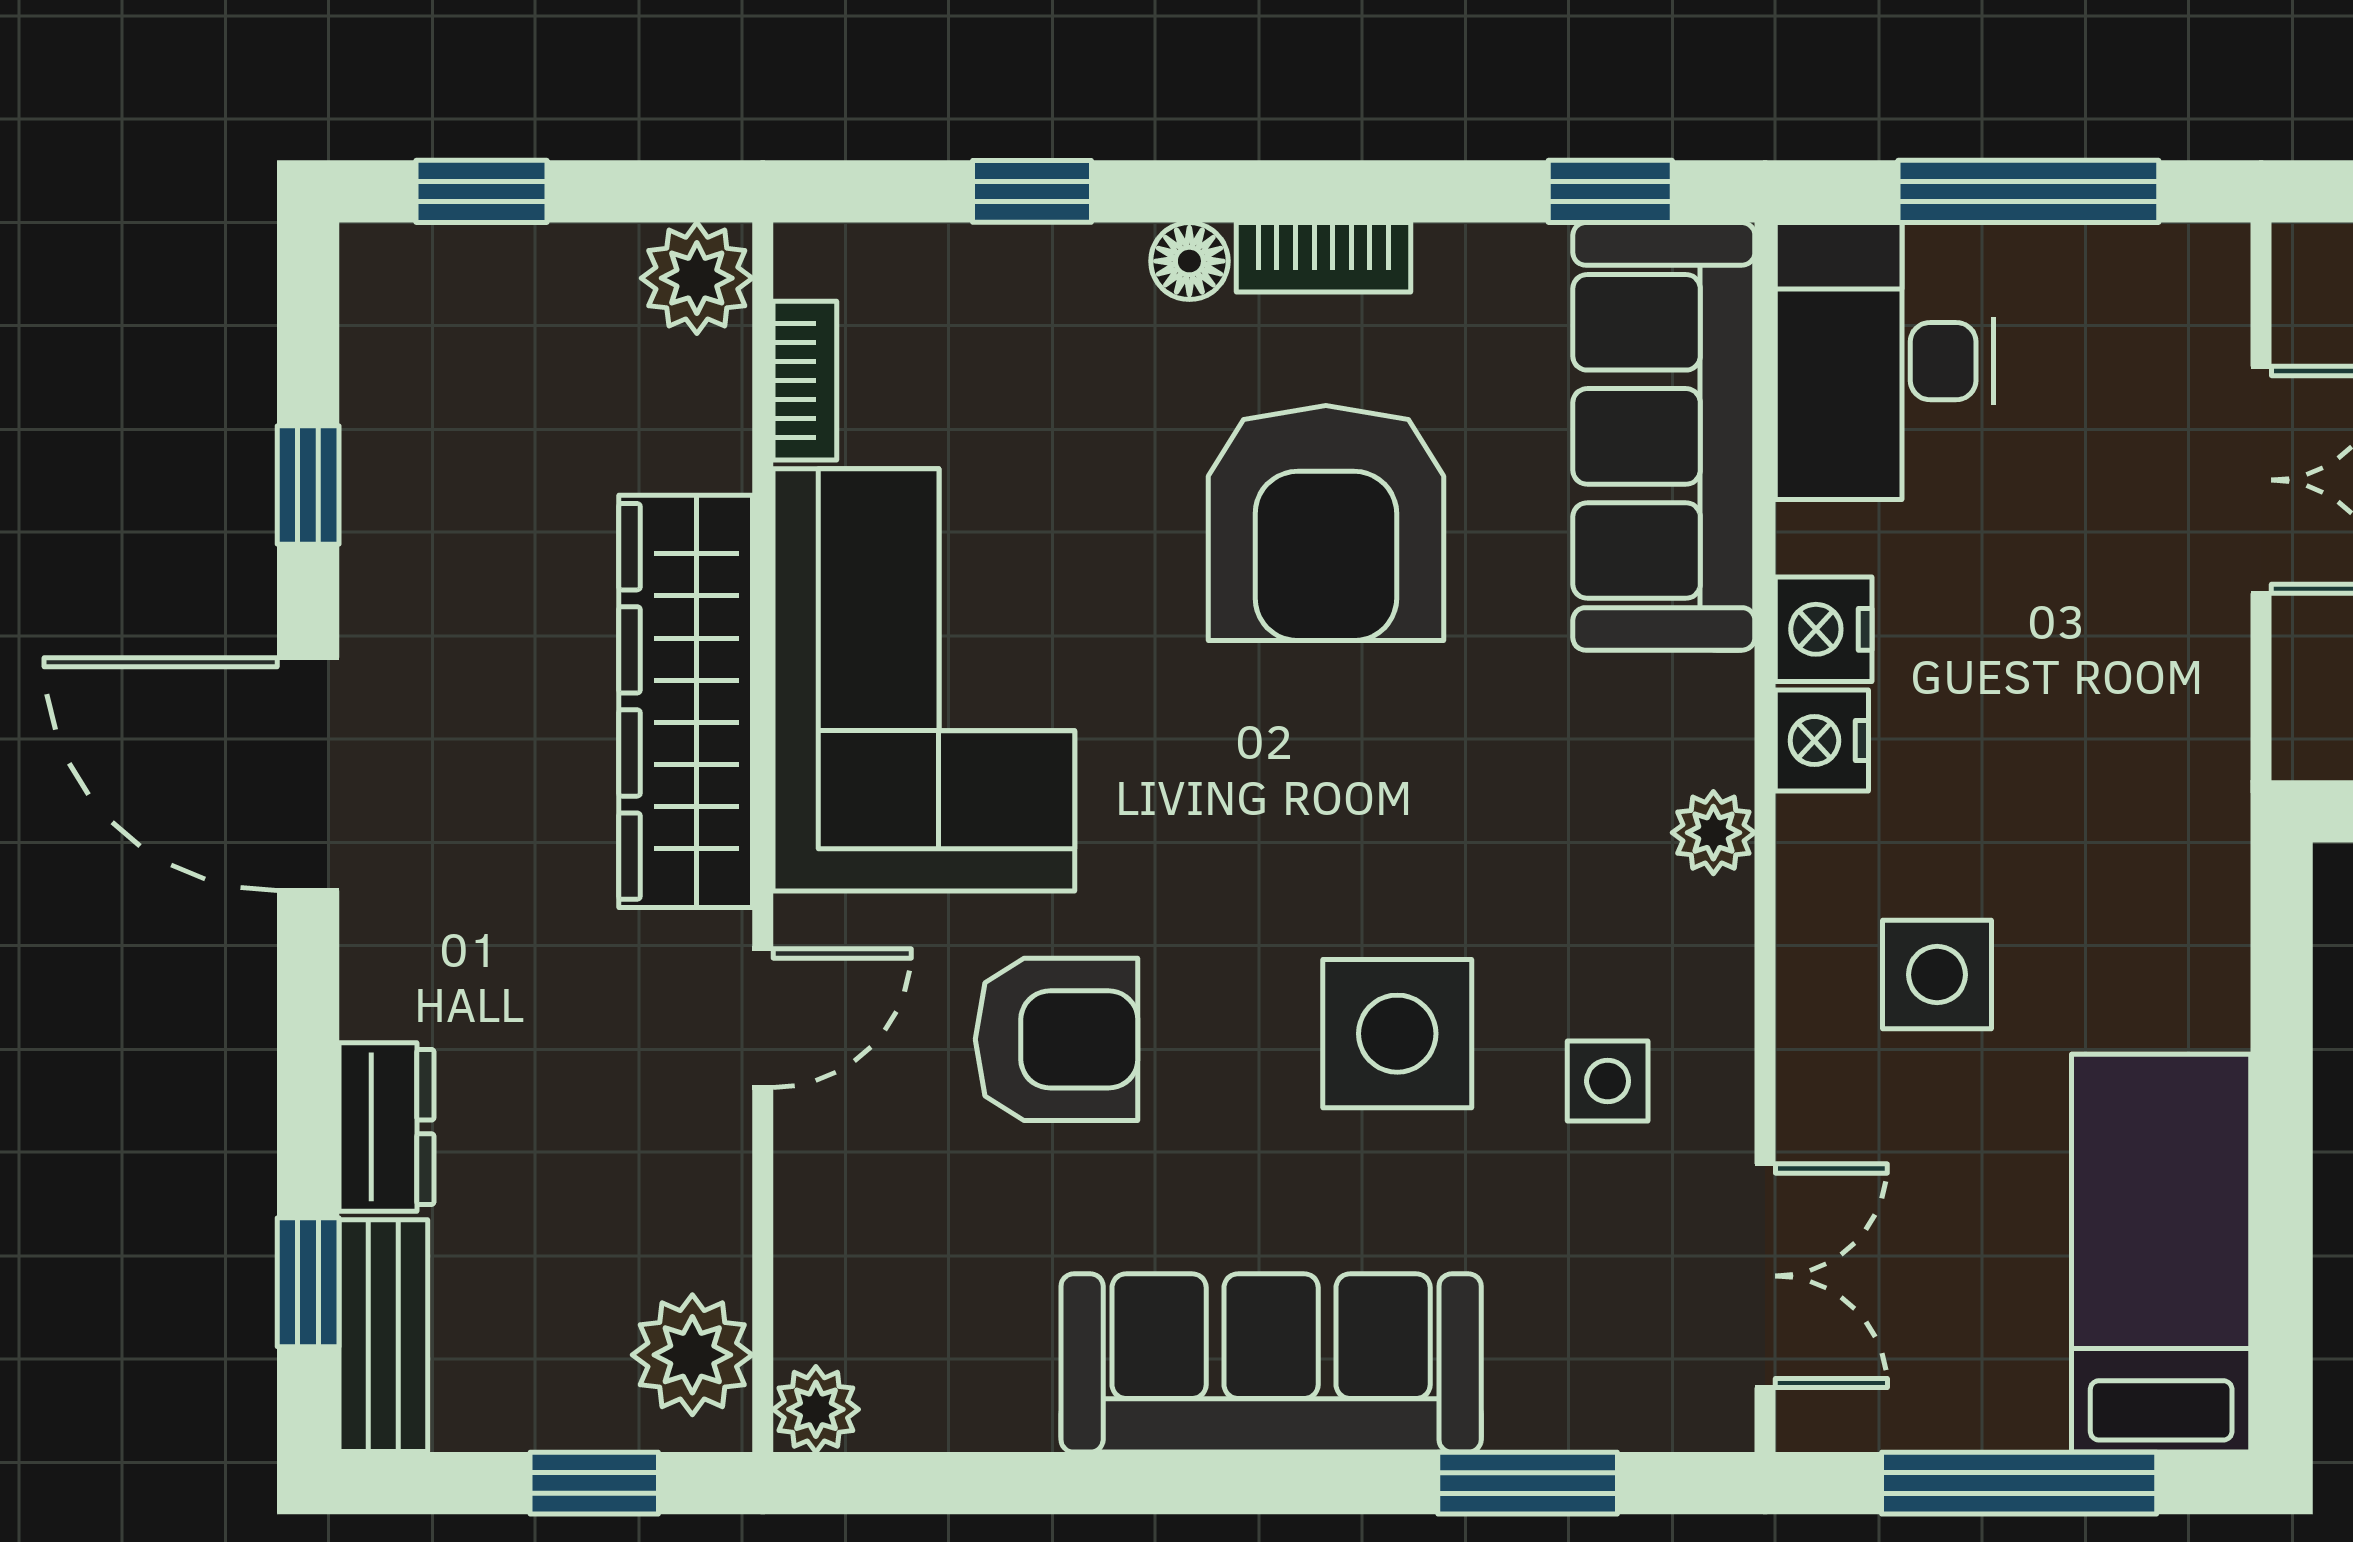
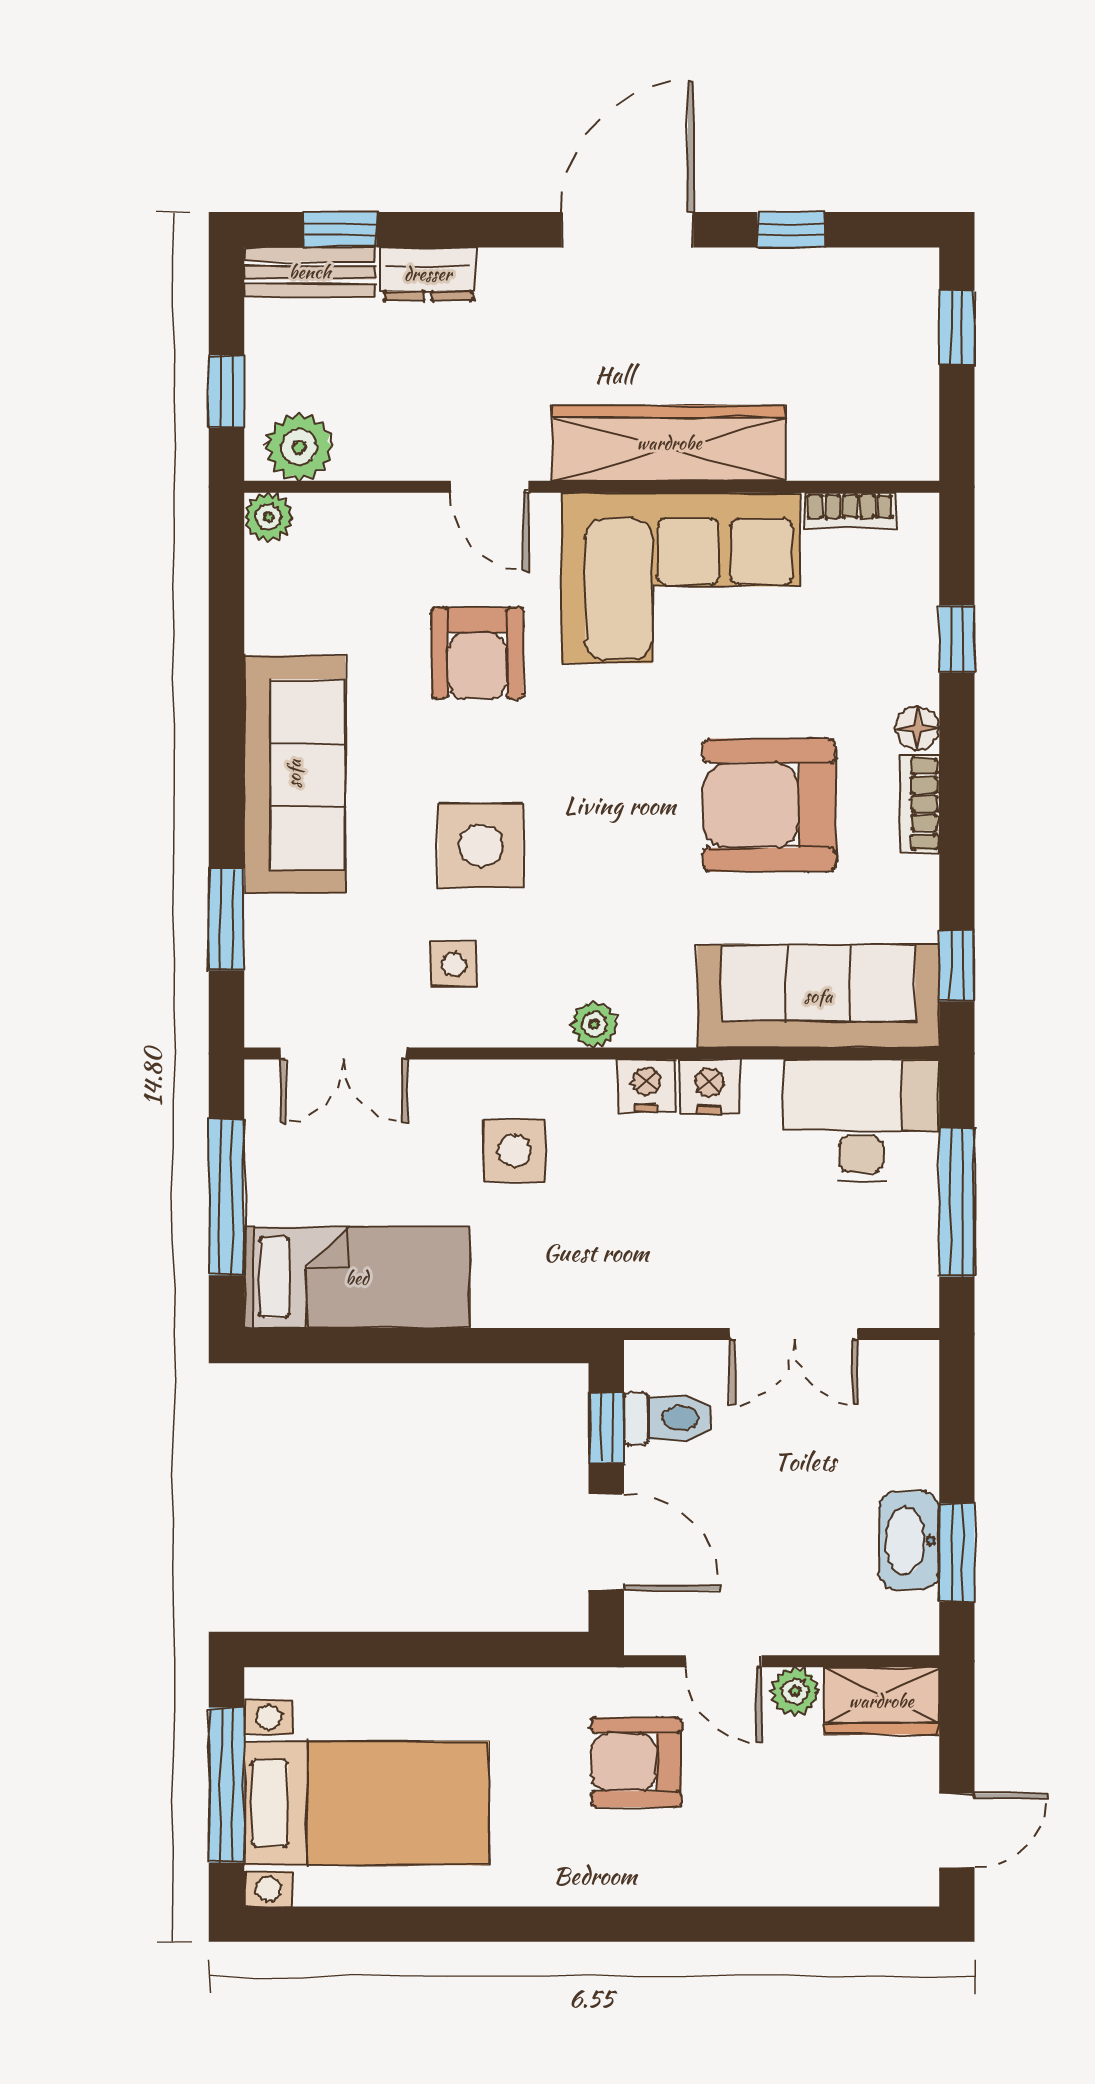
plant: (697, 278) -> (908, 450), removed

